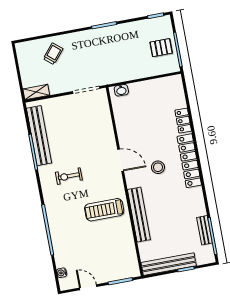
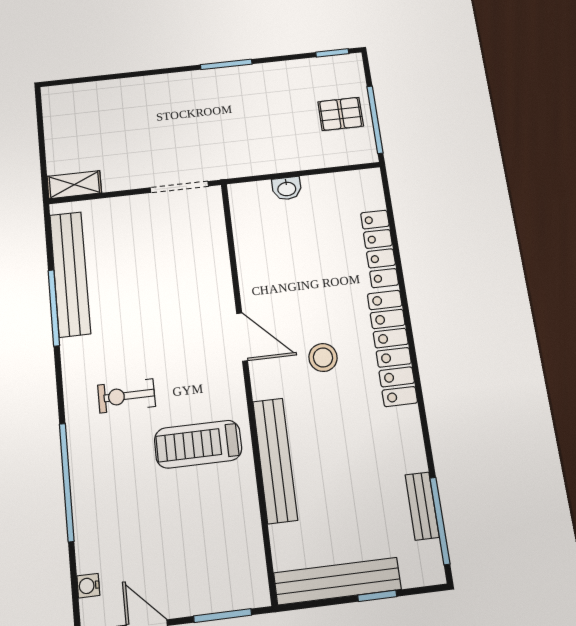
trolley: (53, 54) -> (117, 112), removed
washbasin: (121, 90) -> (287, 188), moved
locker: (183, 121) -> (379, 249), width x1.53
exercise bike: (69, 176) -> (126, 396), moved

